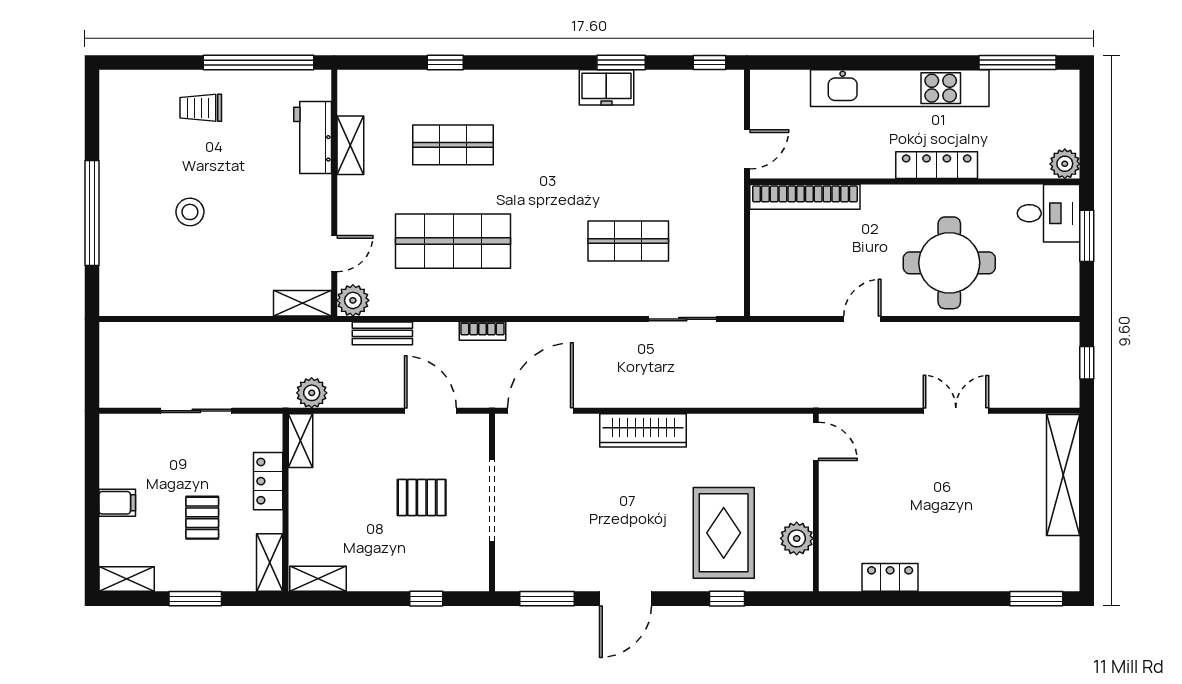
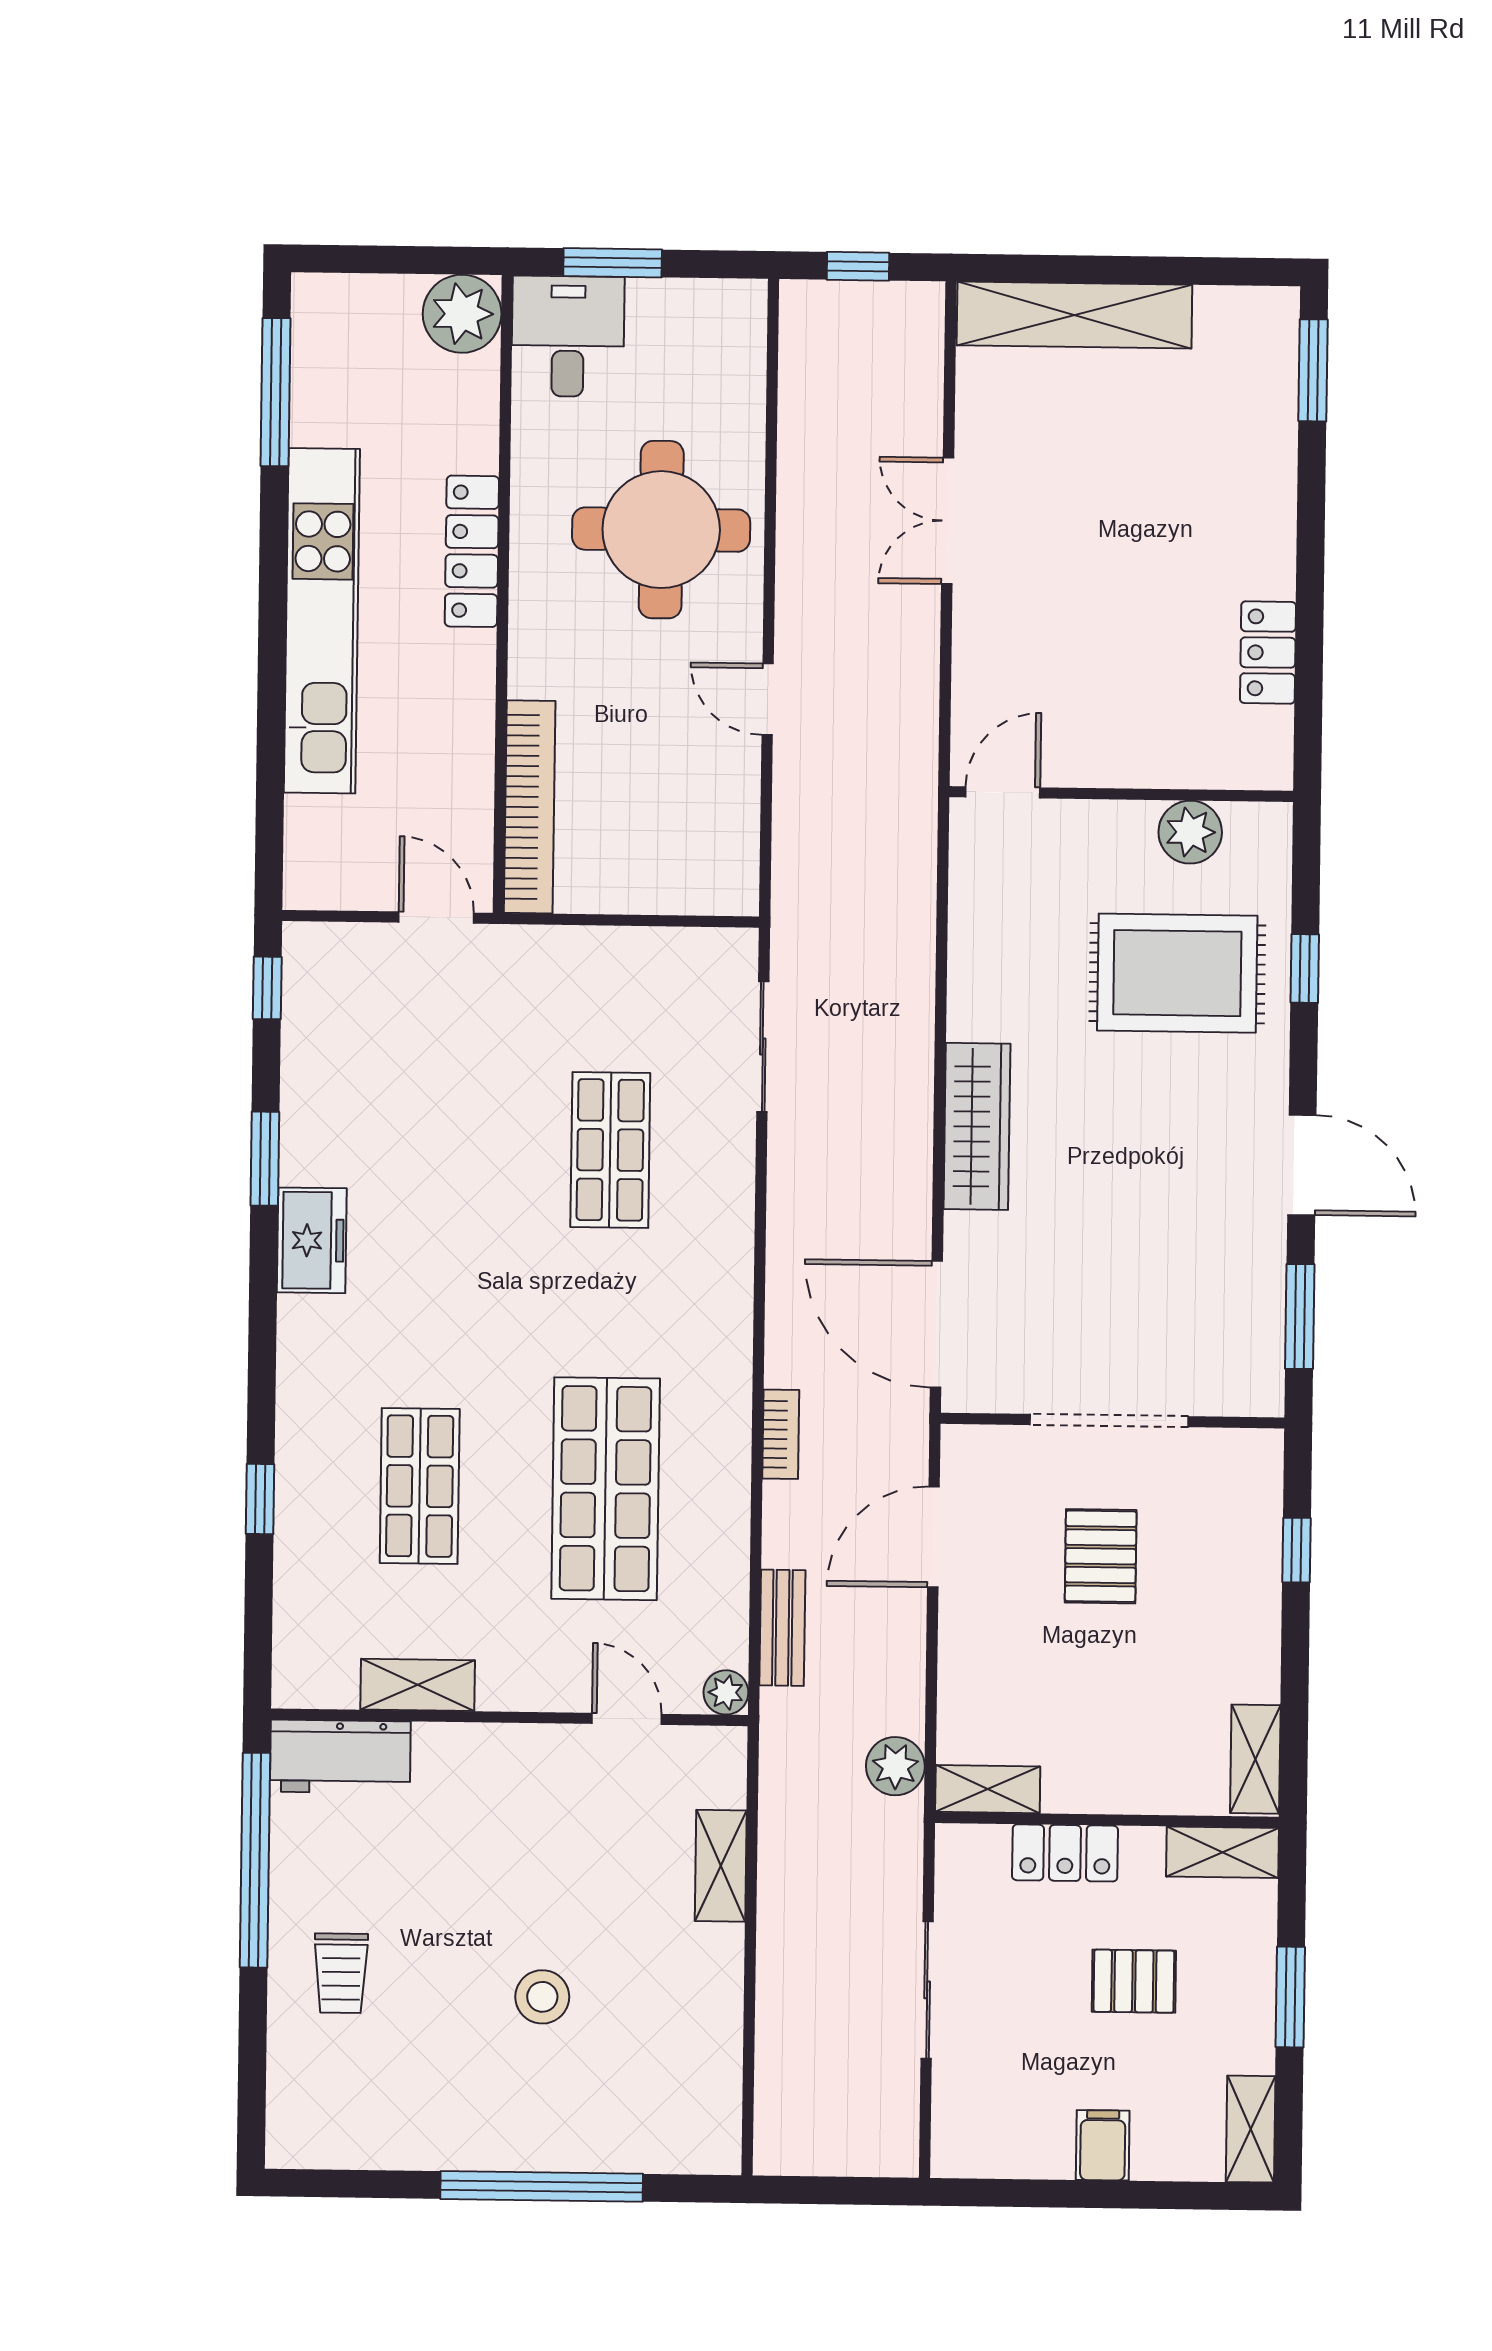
freezer: (606, 87) -> (312, 1240), moved
workbench: (313, 138) -> (340, 1757), moved
plant: (1065, 164) -> (462, 314), width x1.36, depth x1.36
plant: (353, 300) -> (726, 1692), width x0.73, depth x0.73
shelving: (302, 303) -> (721, 1866), moved

